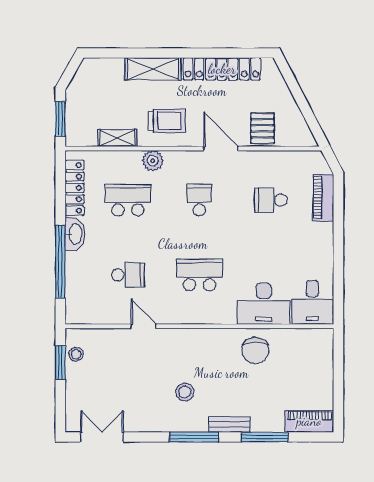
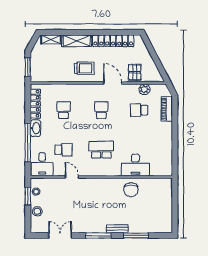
shelving: (117, 138) -> (51, 39), moved
plant: (153, 161) -> (144, 89), moved
school desk: (128, 200) -> (63, 110), width x0.54
desk: (312, 302) -> (42, 164), moved
stool: (185, 392) -> (37, 211), moved
piano: (309, 421) -> (160, 227), removed
double door: (102, 437) -> (60, 235), moved

